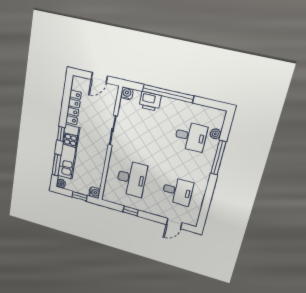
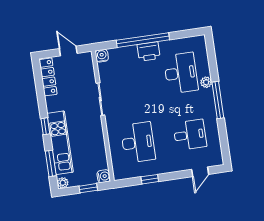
door: (99, 78) -> (68, 51), swing flipped
printer: (150, 101) -> (149, 51), moved
locker: (73, 107) -> (48, 77), moved
plant: (215, 134) -> (206, 82), moved
desk: (191, 136) -> (181, 73), width x1.37
window: (218, 158) -> (218, 100), moved

